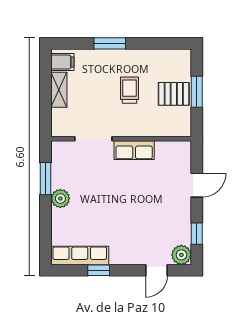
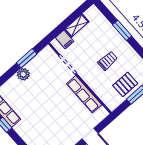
filing cabinet: (62, 62) -> (65, 40), moved
pallet: (174, 94) -> (125, 84), turned 90
row of seats: (134, 150) -> (84, 94), width x1.48

